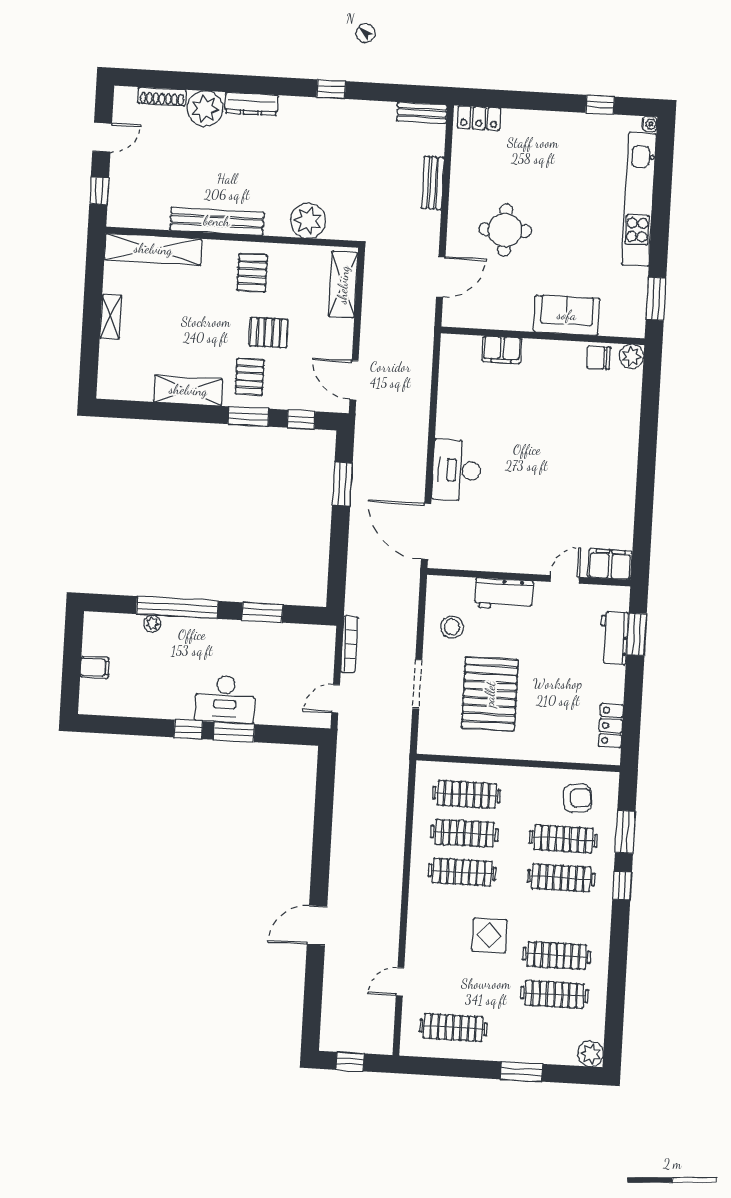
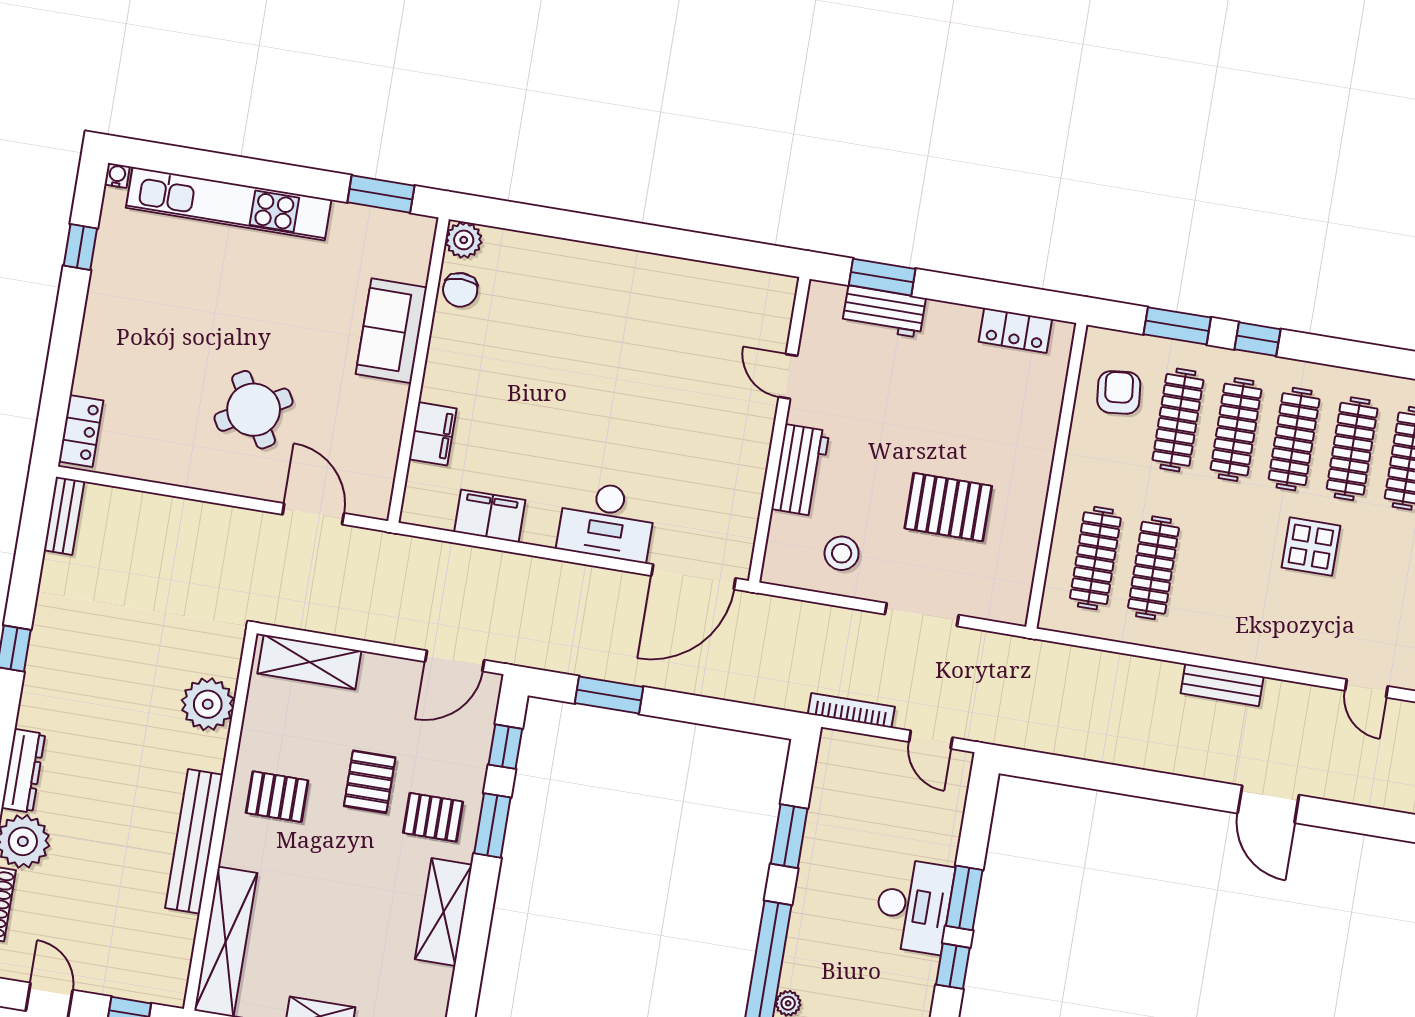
bench: (433, 183) -> (1222, 685), moved
round table: (505, 230) -> (254, 410), turned -30
filing cabinet: (610, 564) -> (490, 516), moved, turned 90
pallet: (490, 694) -> (948, 507), width x0.73, depth x0.71
clothes rail: (462, 872) -> (1294, 439), moved

